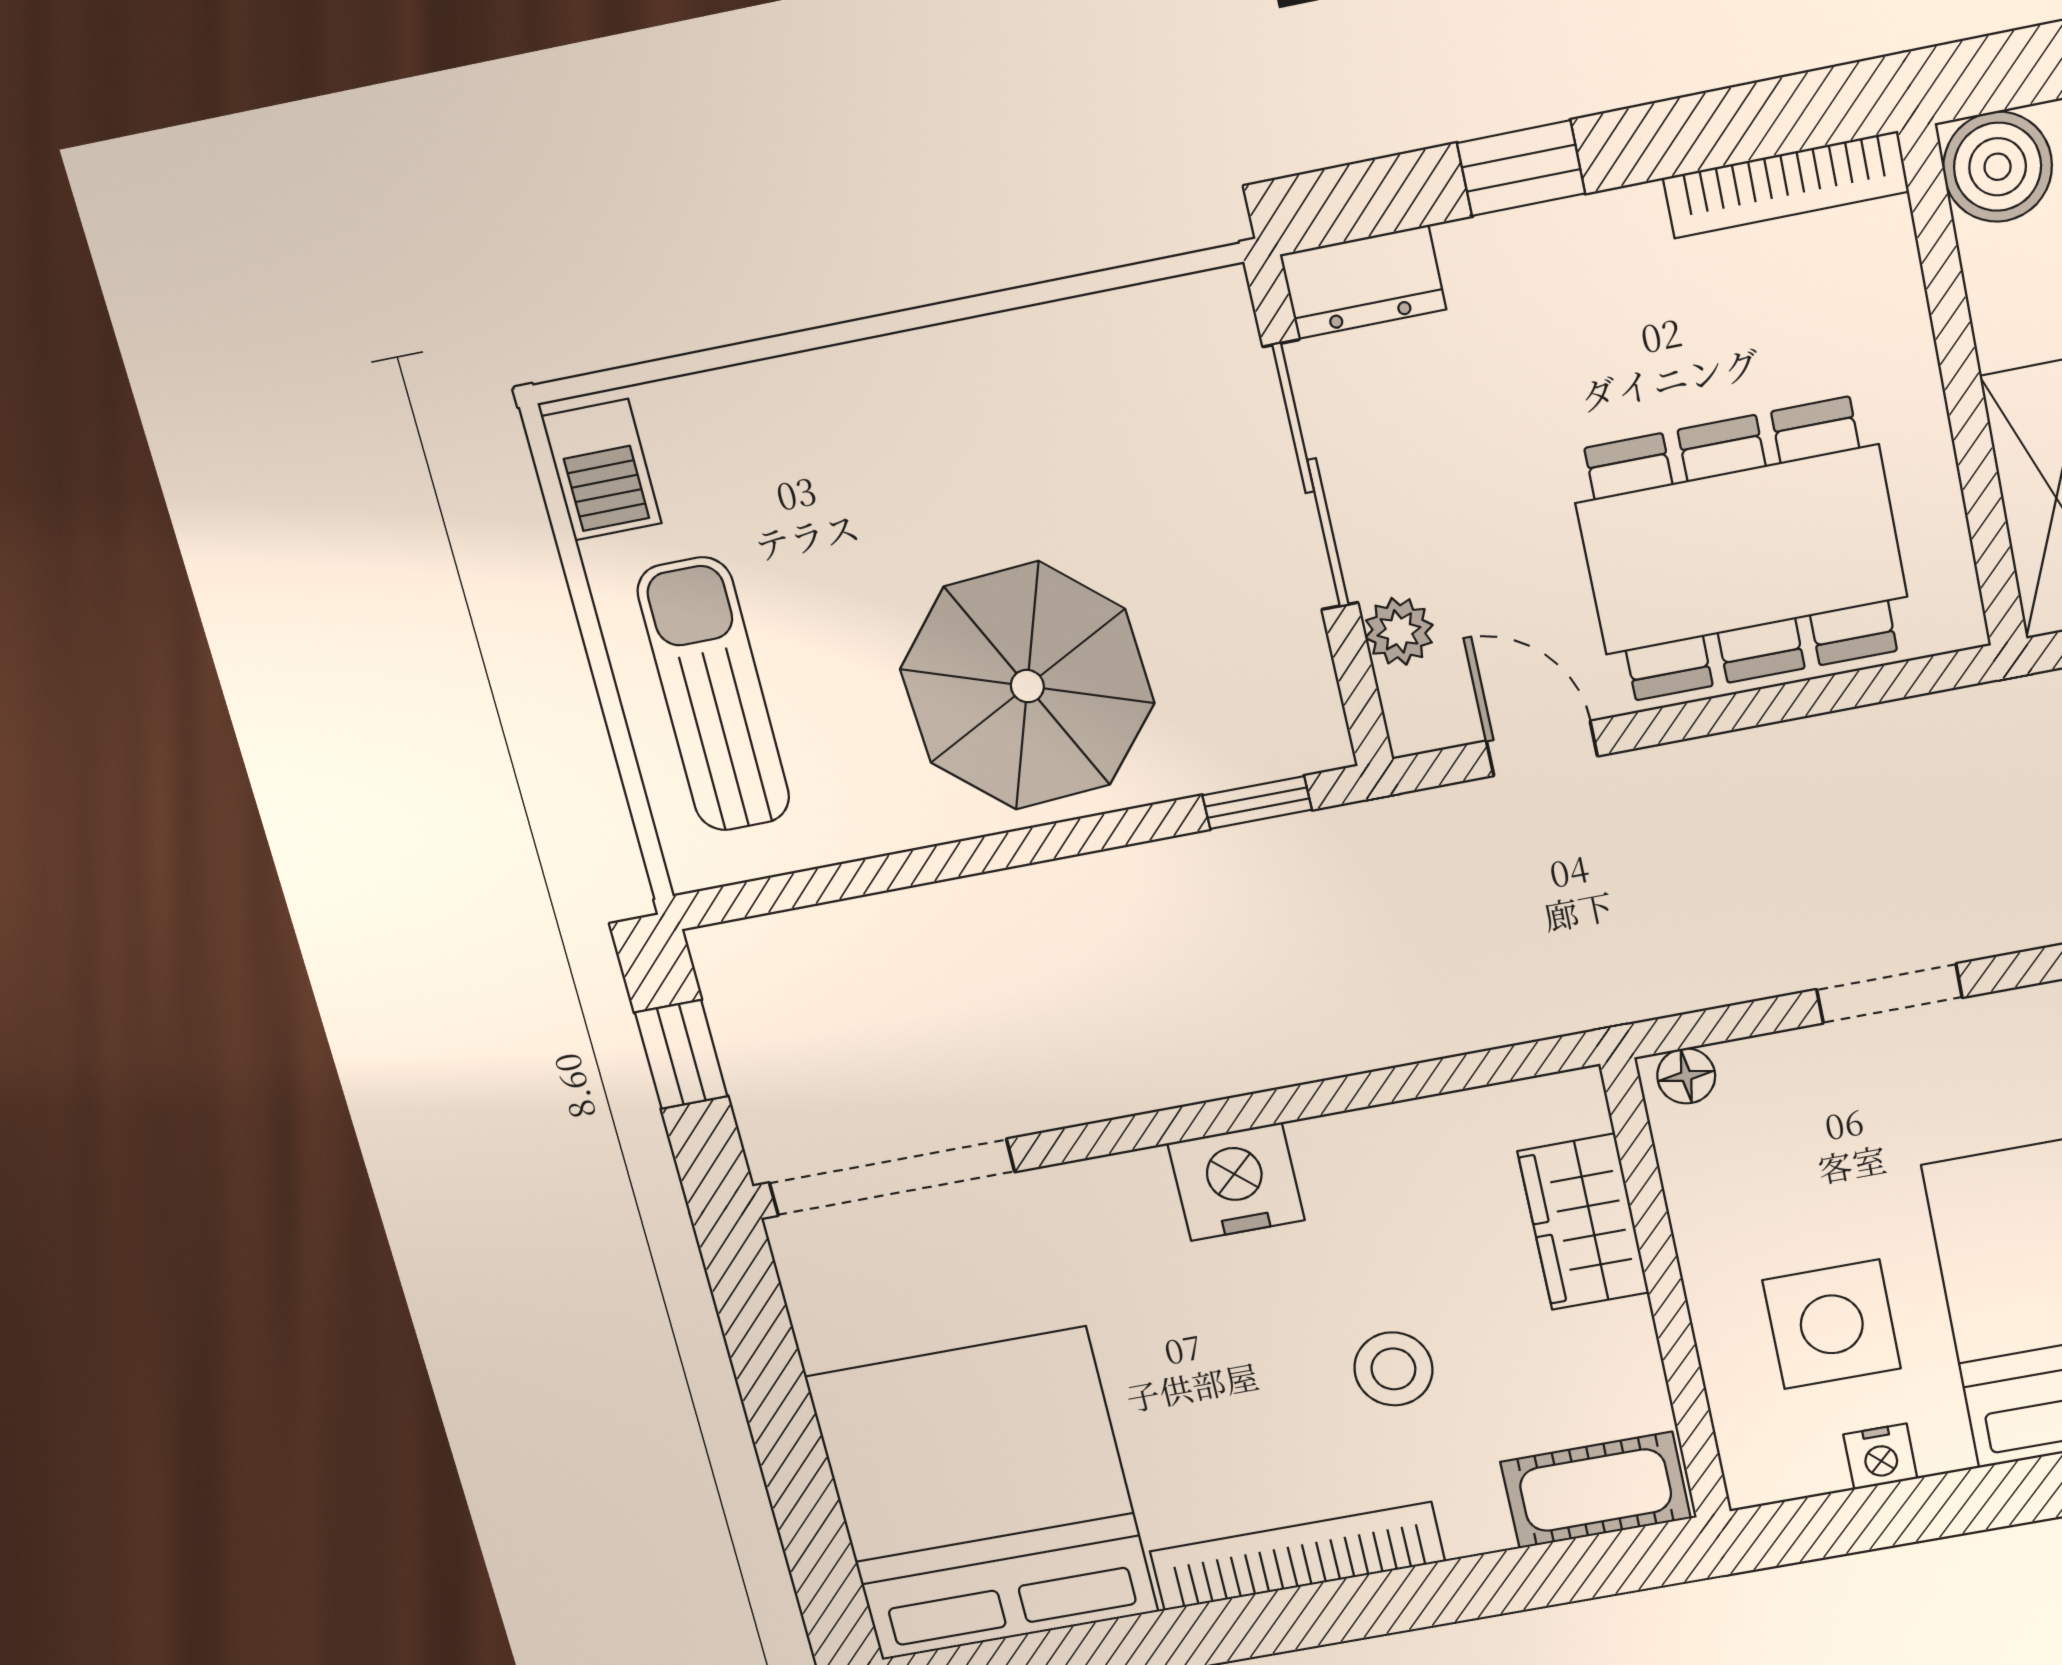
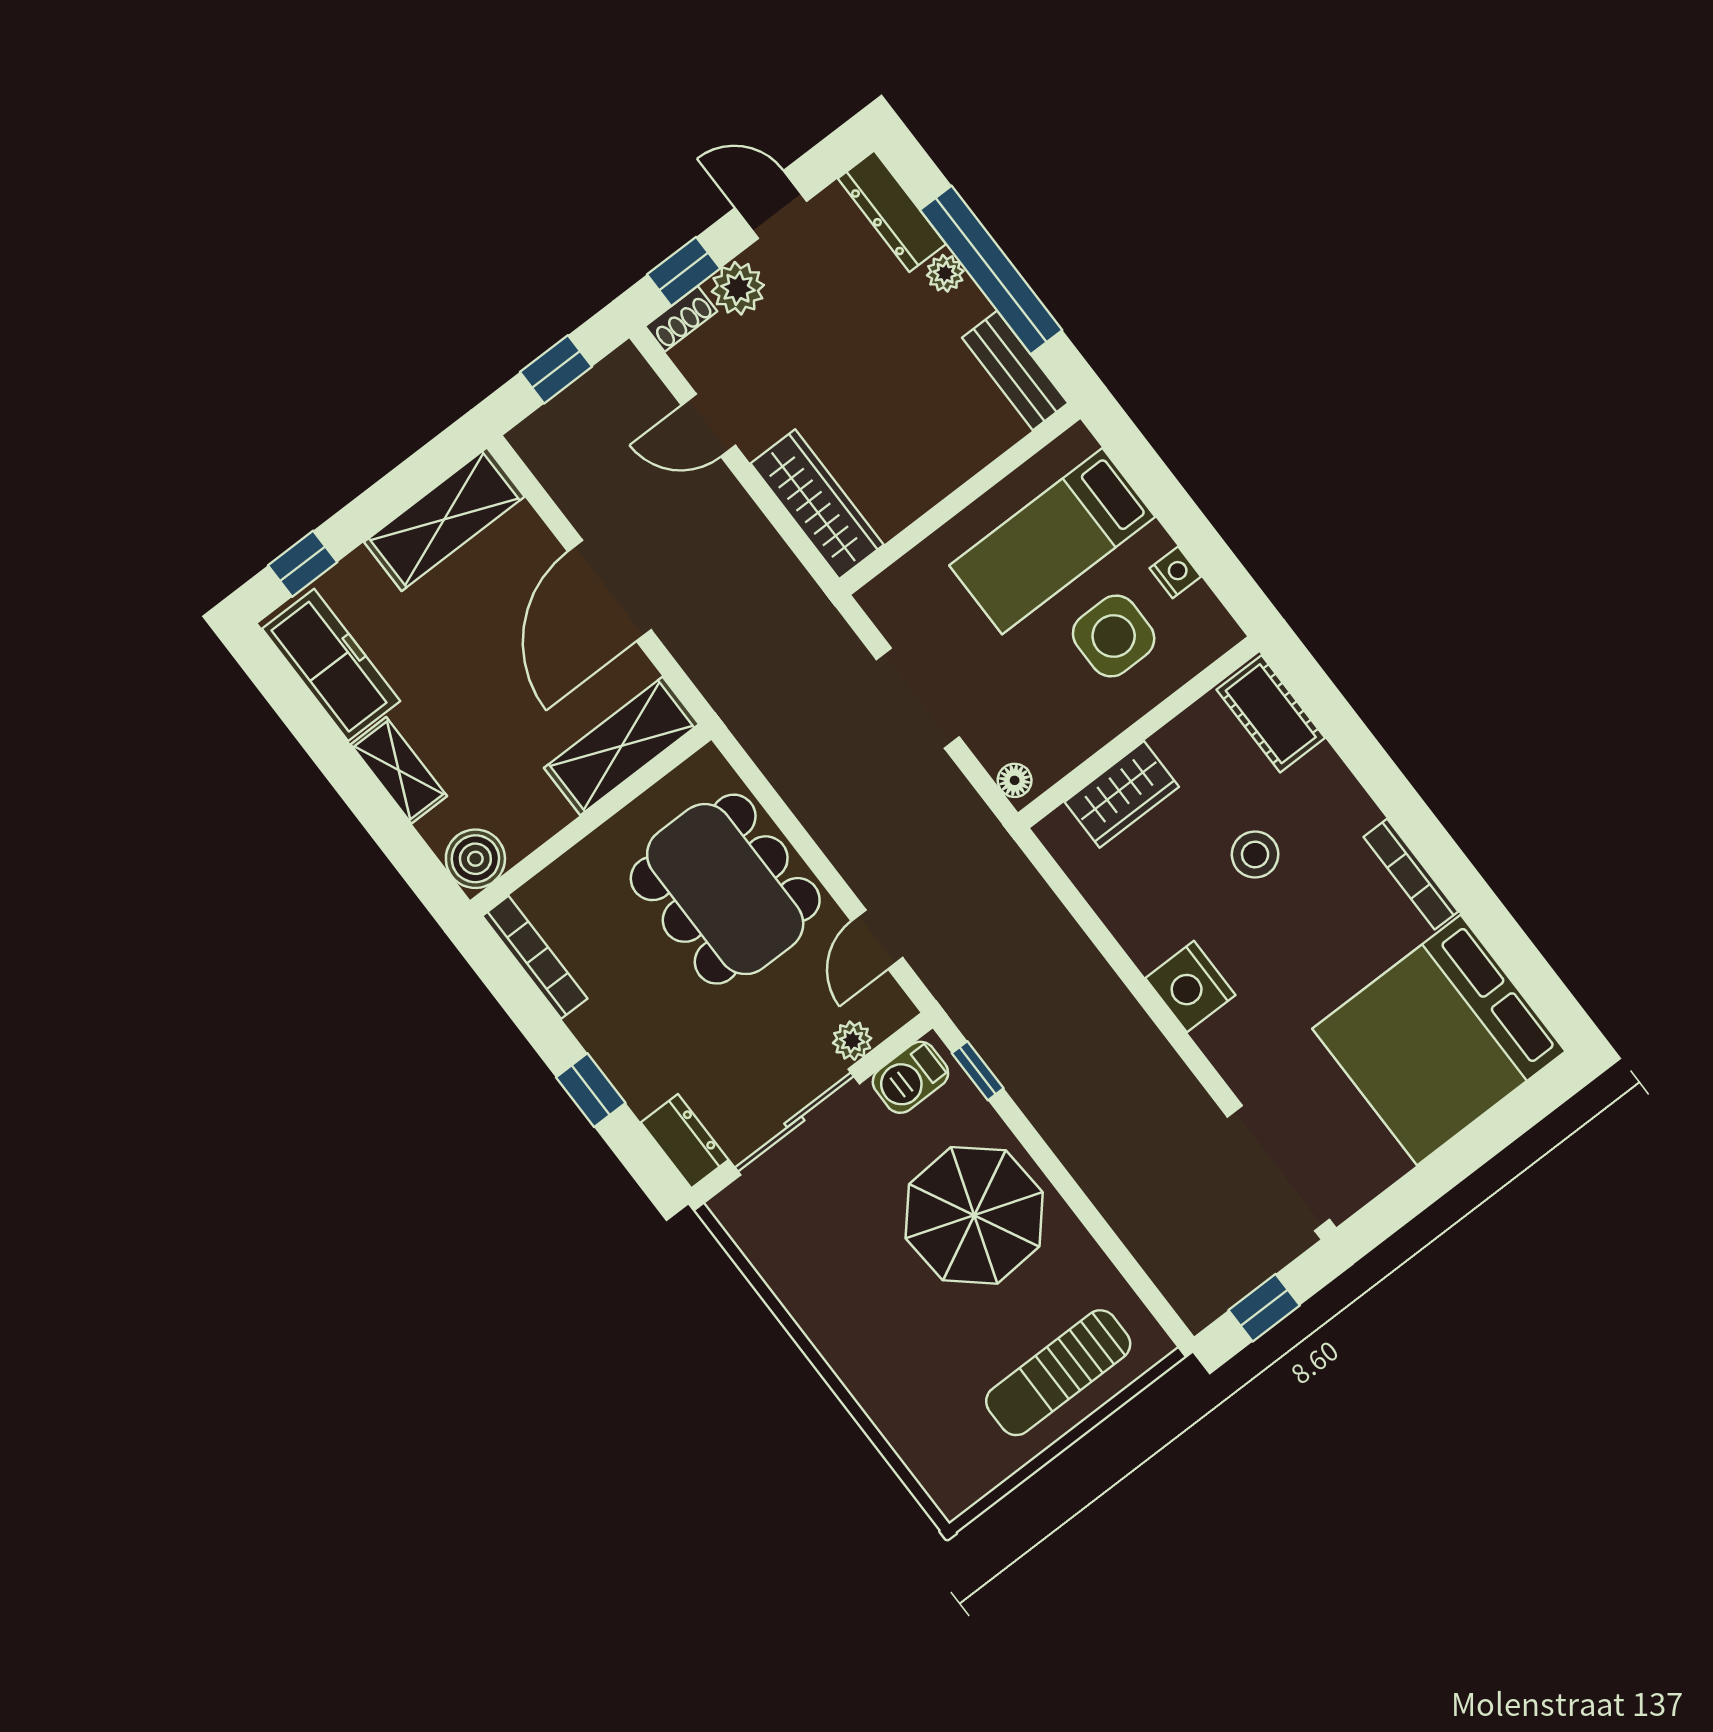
barbecue: (601, 470) -> (910, 1077), moved, turned 180
doorway: (1889, 994) -> (918, 698), width x1.38
bookcase: (1297, 1556) -> (1411, 874), width x0.68, depth x0.76

